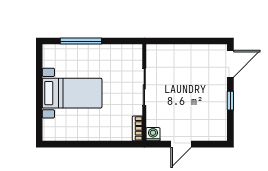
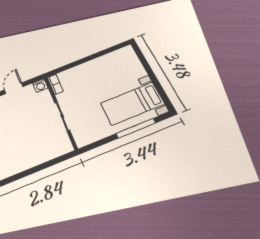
bed with nightstands: (72, 93) -> (132, 103), moved

